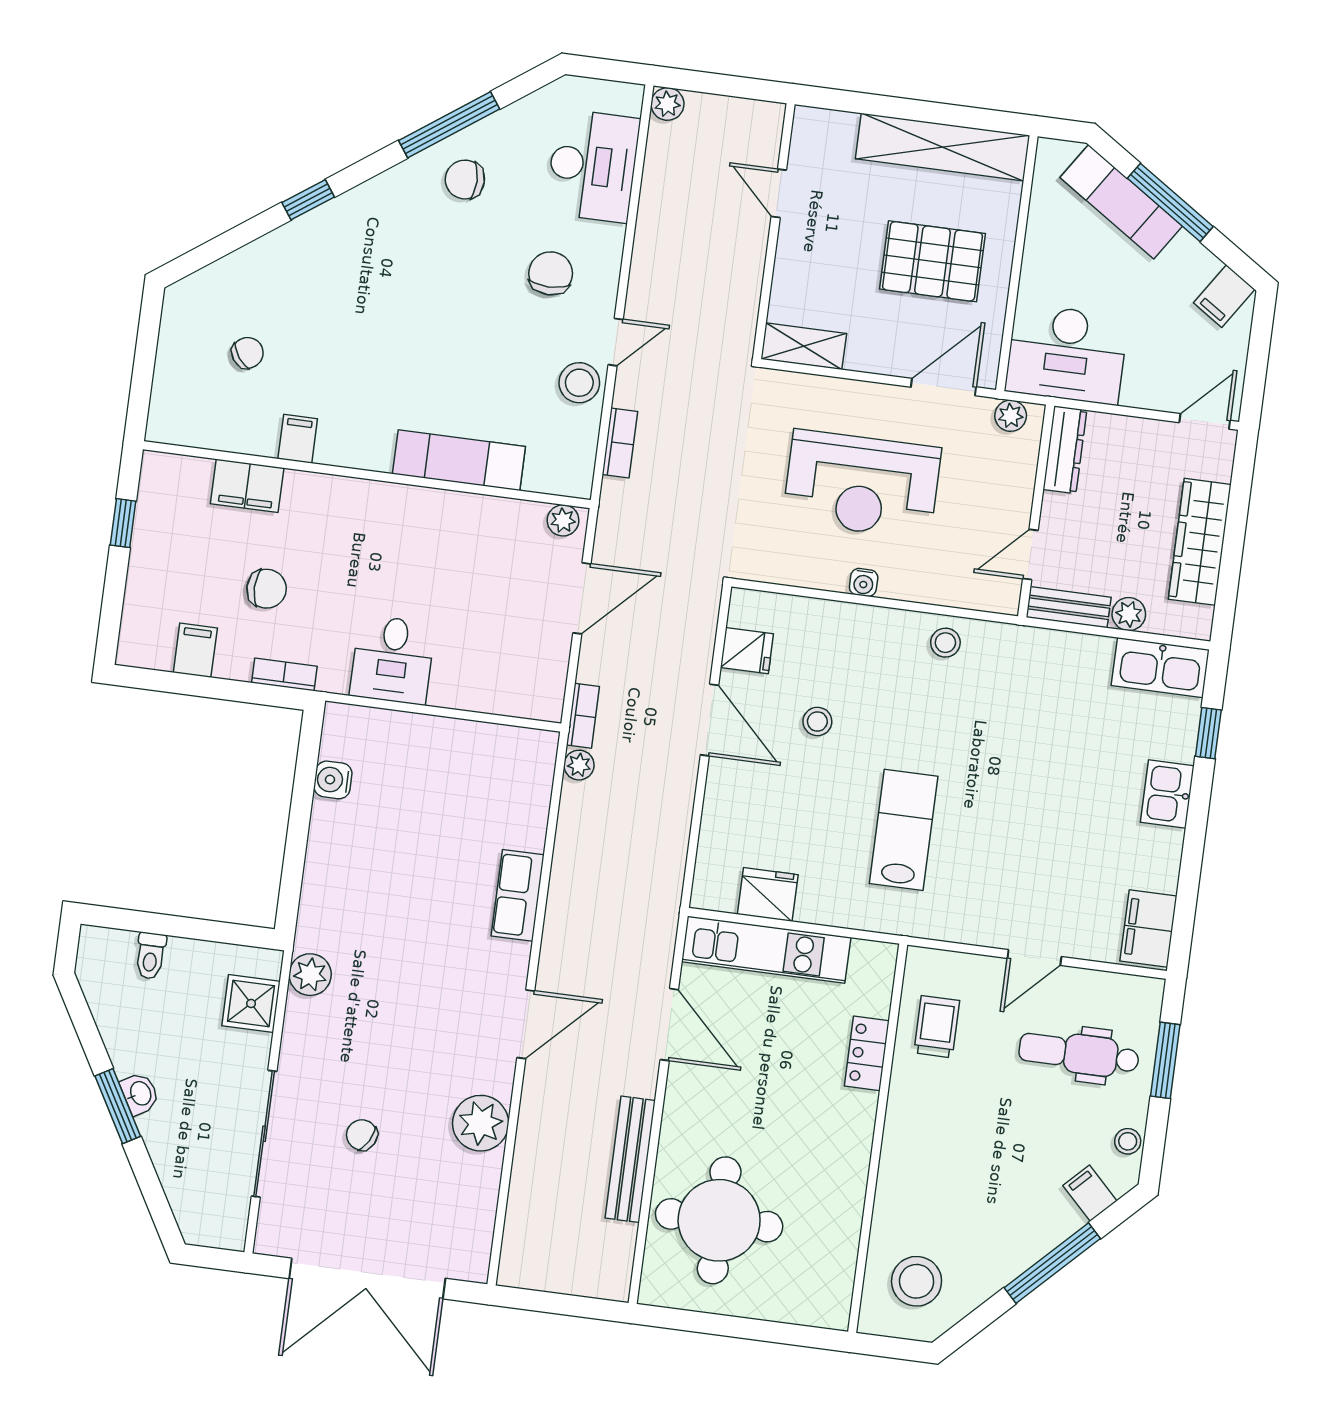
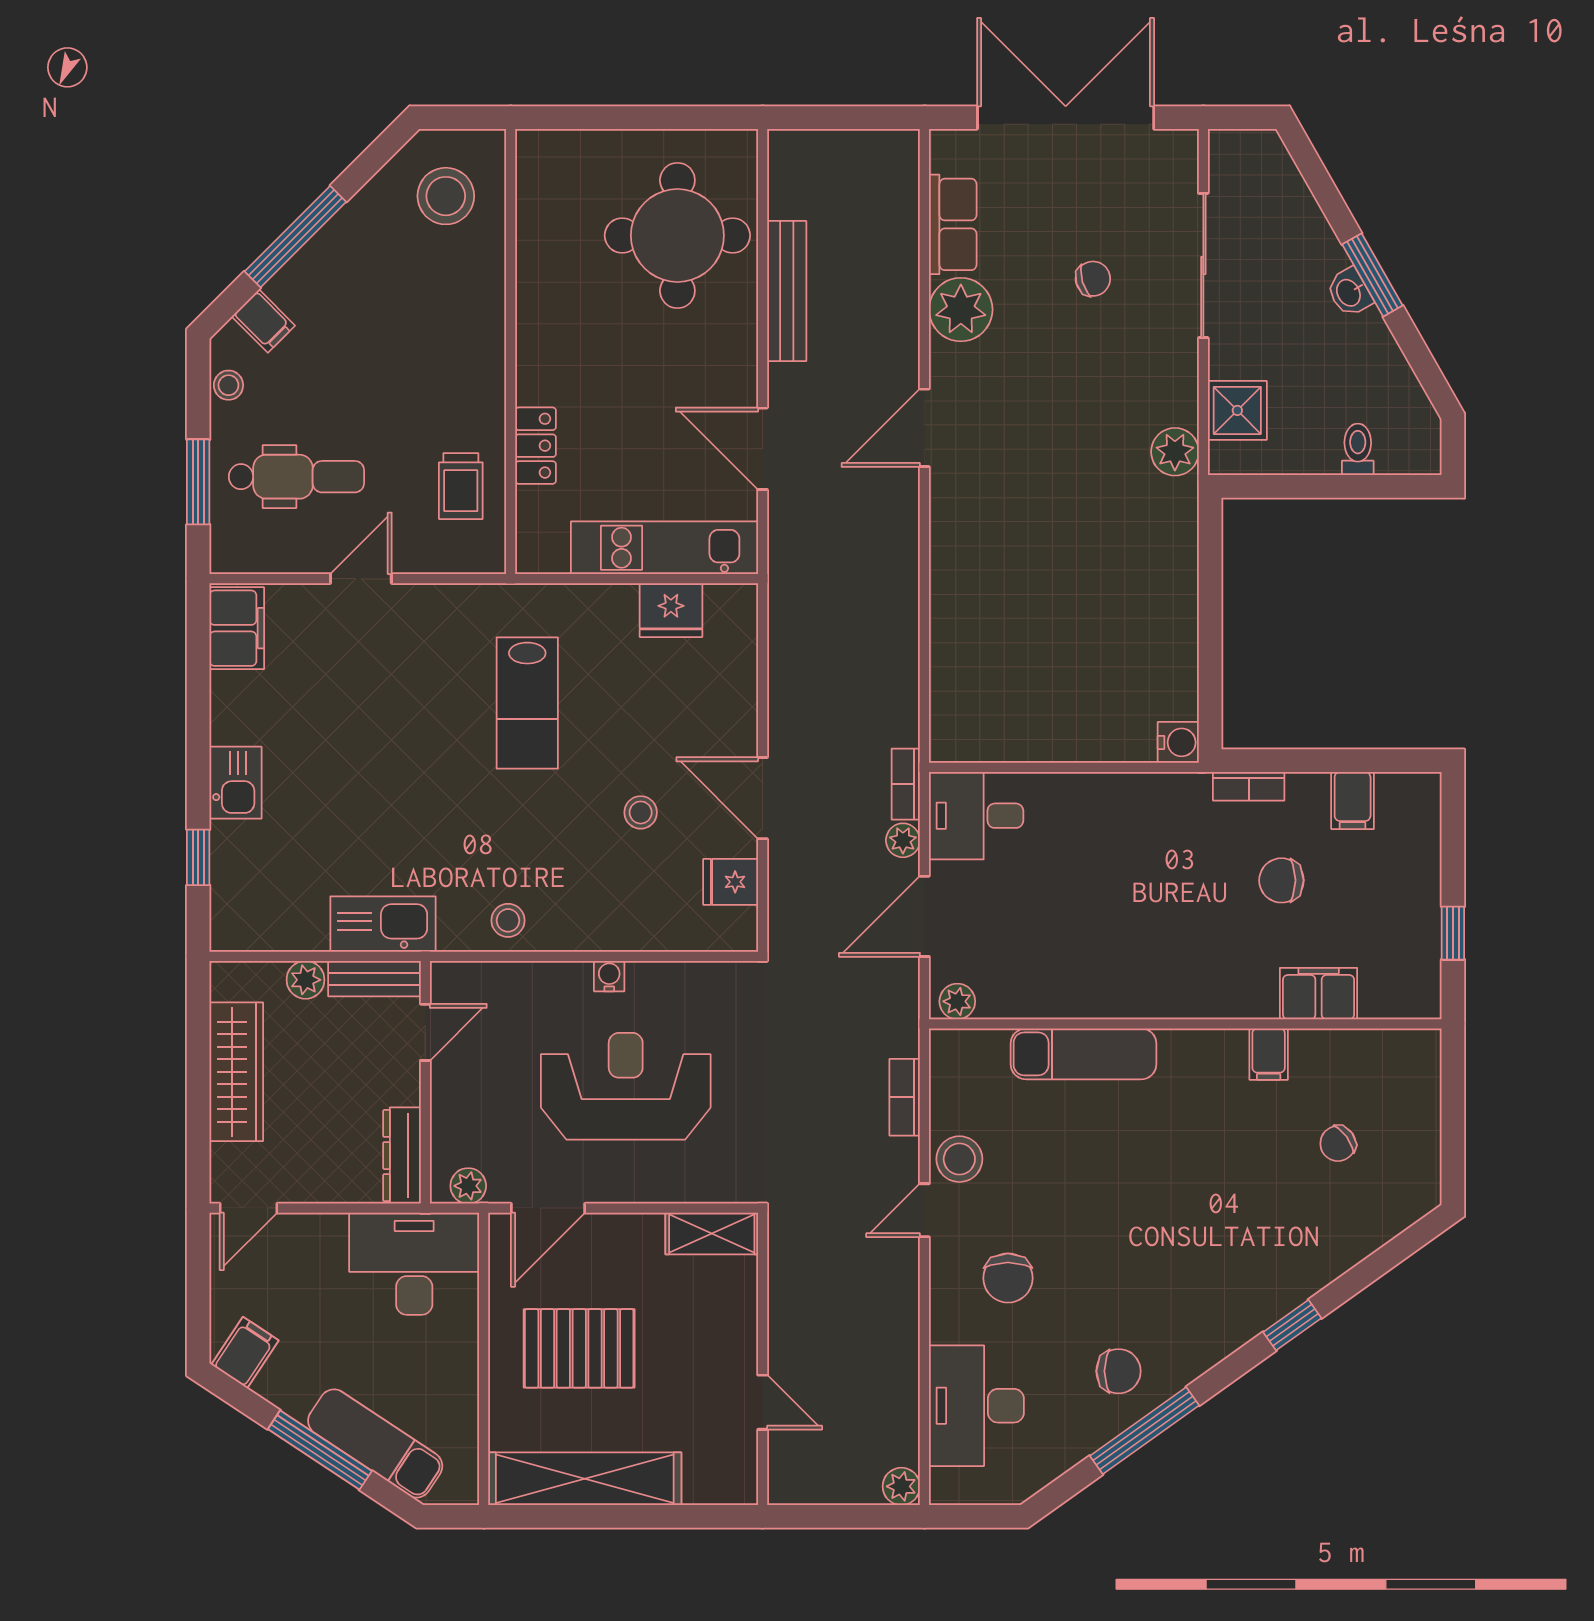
desk: (392, 660) -> (976, 816), moved, turned -90
kitchen sink: (1160, 668) -> (383, 924), moved
plant: (579, 765) -> (903, 840), moved
water cooler: (333, 780) -> (1178, 742), moved
row of seats: (518, 895) -> (953, 224), moved
chair: (362, 1135) -> (1093, 279), turned -45

